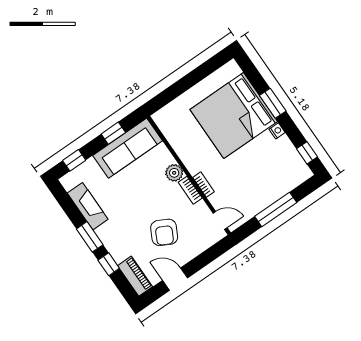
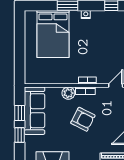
bed: (234, 116) -> (53, 34), width x0.73
window: (74, 160) -> (20, 135), moved
armchair: (164, 232) -> (83, 119), moved

